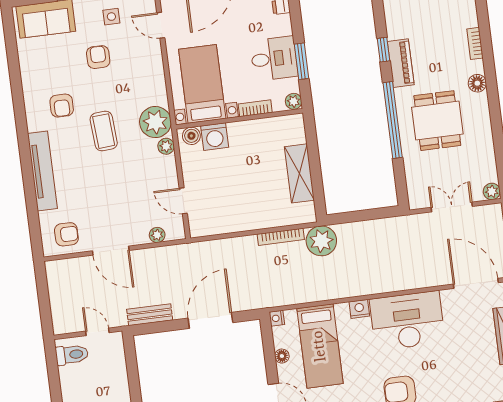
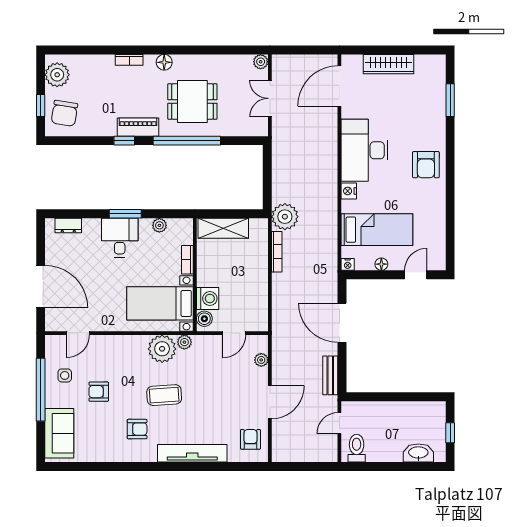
bed with nightstands: (202, 84) -> (160, 303), moved
bookcase: (255, 108) -> (187, 260), moved
wall: (239, 119) -> (195, 275), moved
boiler: (191, 136) -> (204, 319), moved
washing machine: (215, 137) -> (208, 299), moved

